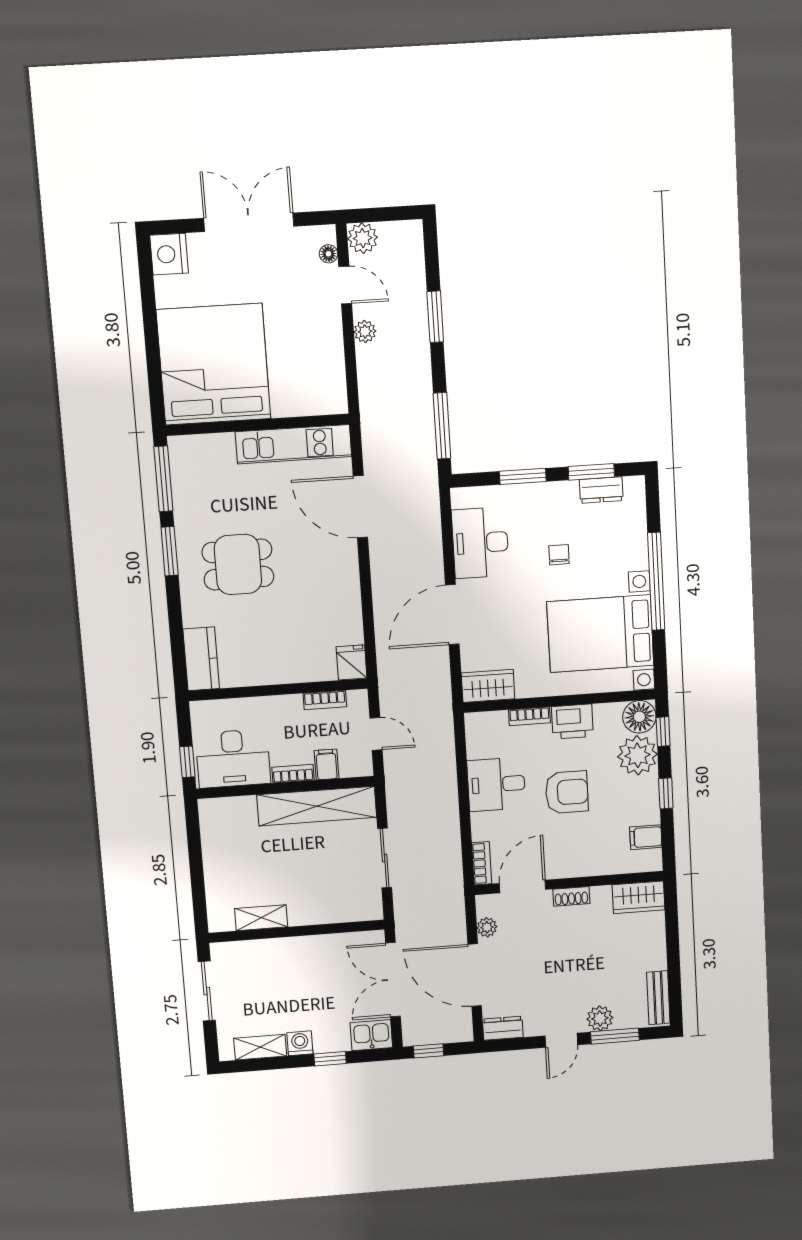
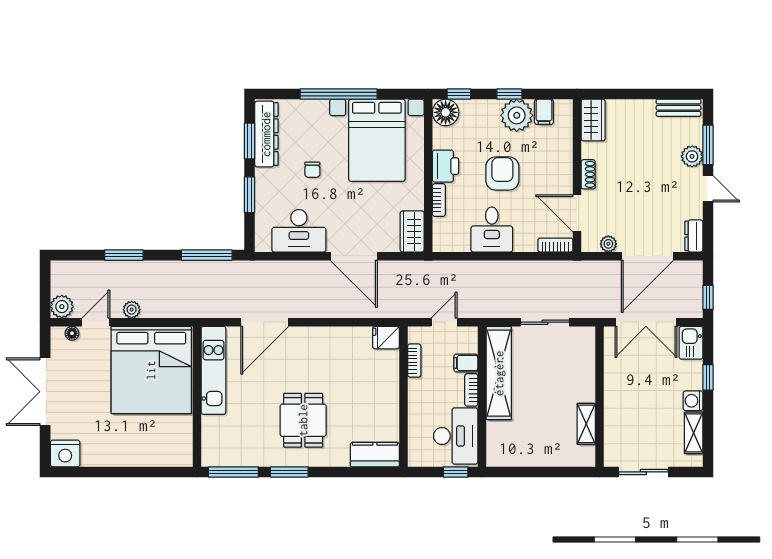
bed: (214, 364) -> (151, 370), moved, turned -90
dresser: (601, 490) -> (266, 134), width x1.96, depth x1.24
chair: (559, 555) -> (312, 170), turned -90
plant: (638, 755) -> (517, 115), moved

